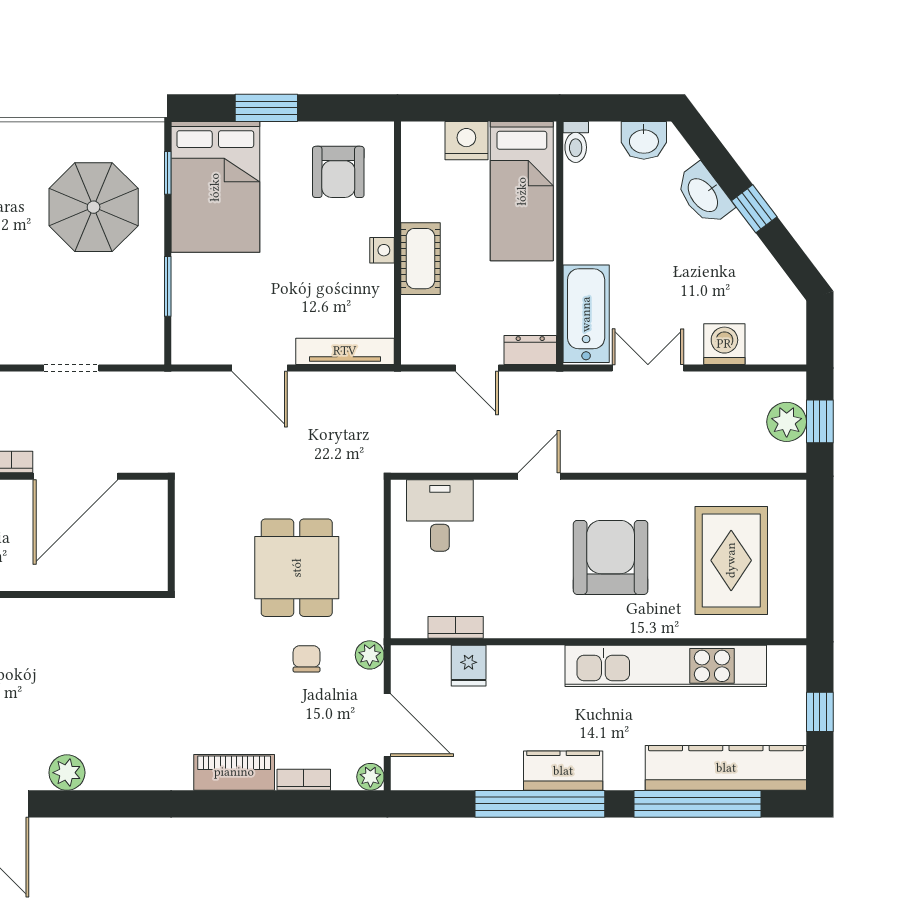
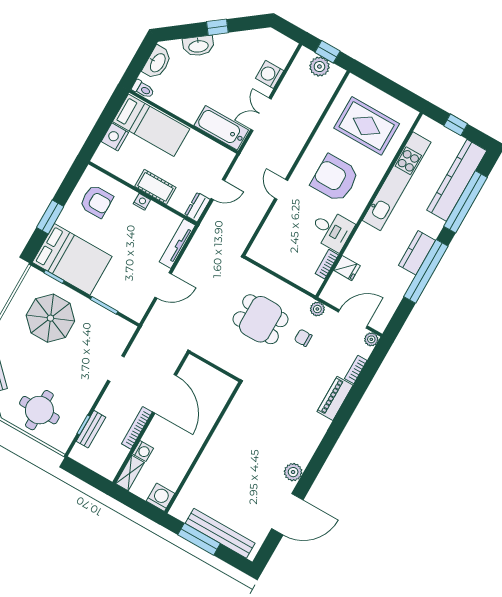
washbasin: (644, 140) -> (157, 62), width x1.38
dresser: (530, 350) -> (197, 207), moved
desk: (440, 515) -> (332, 230), moved, turned 180

